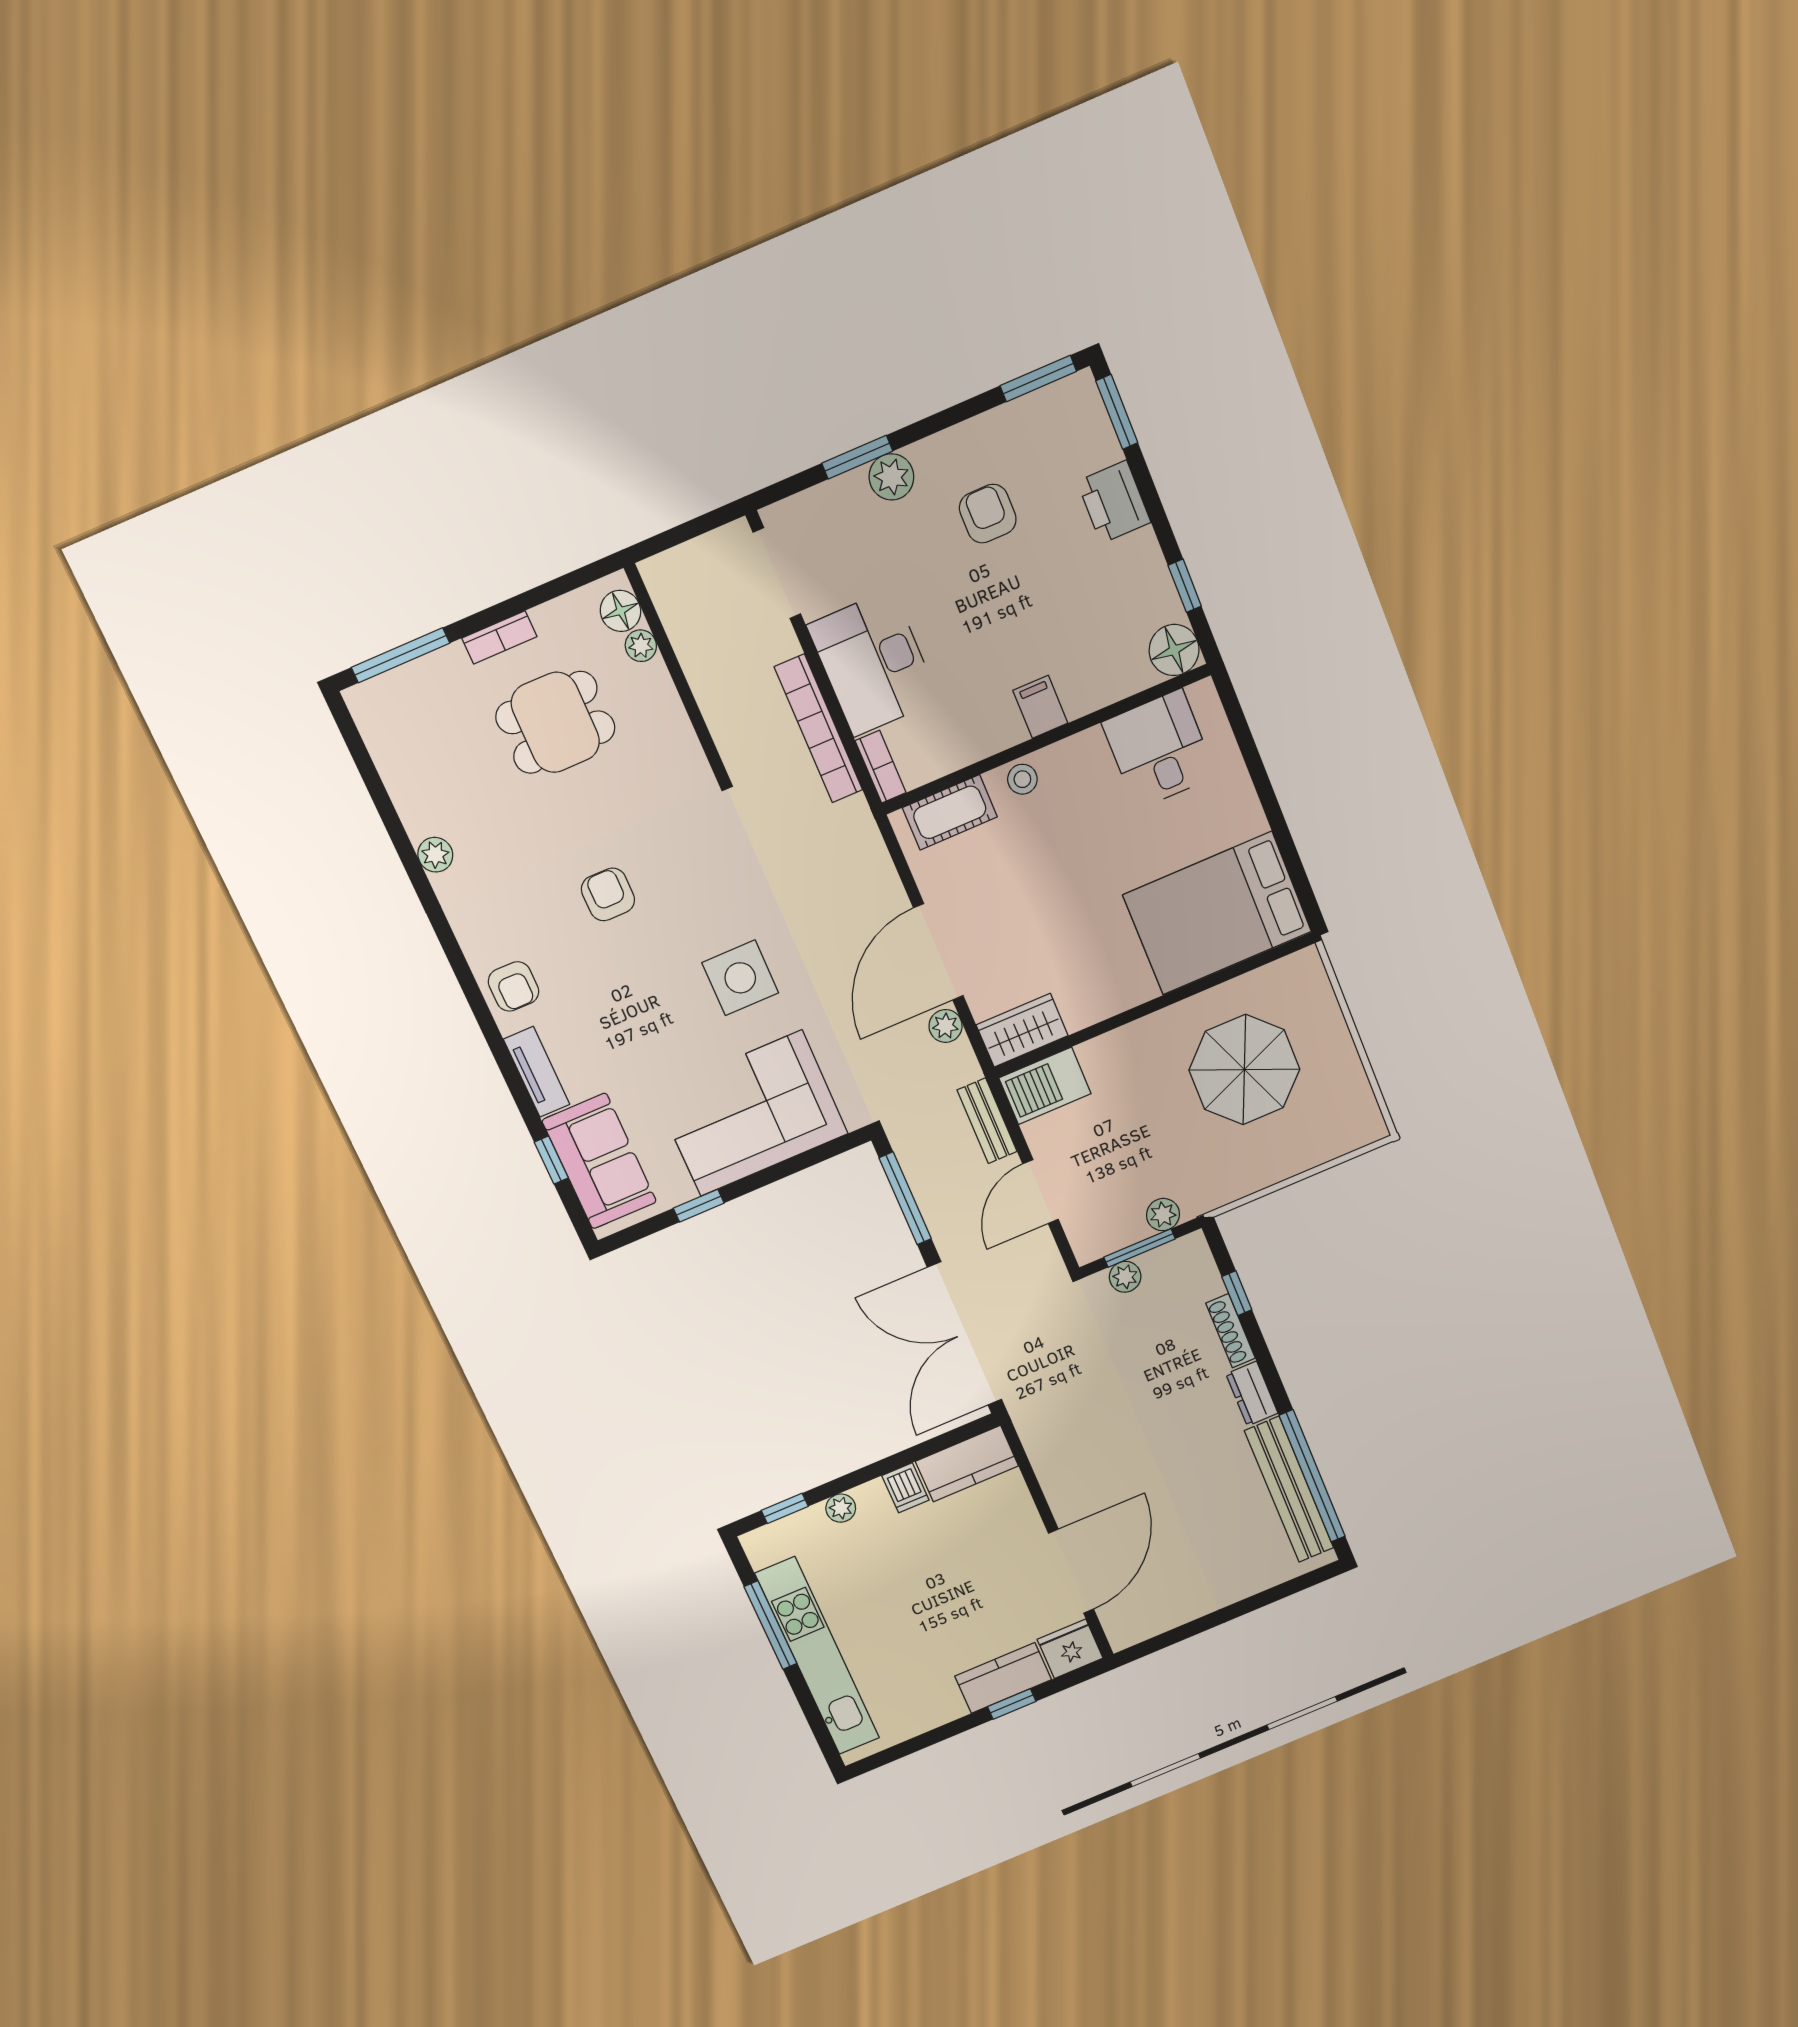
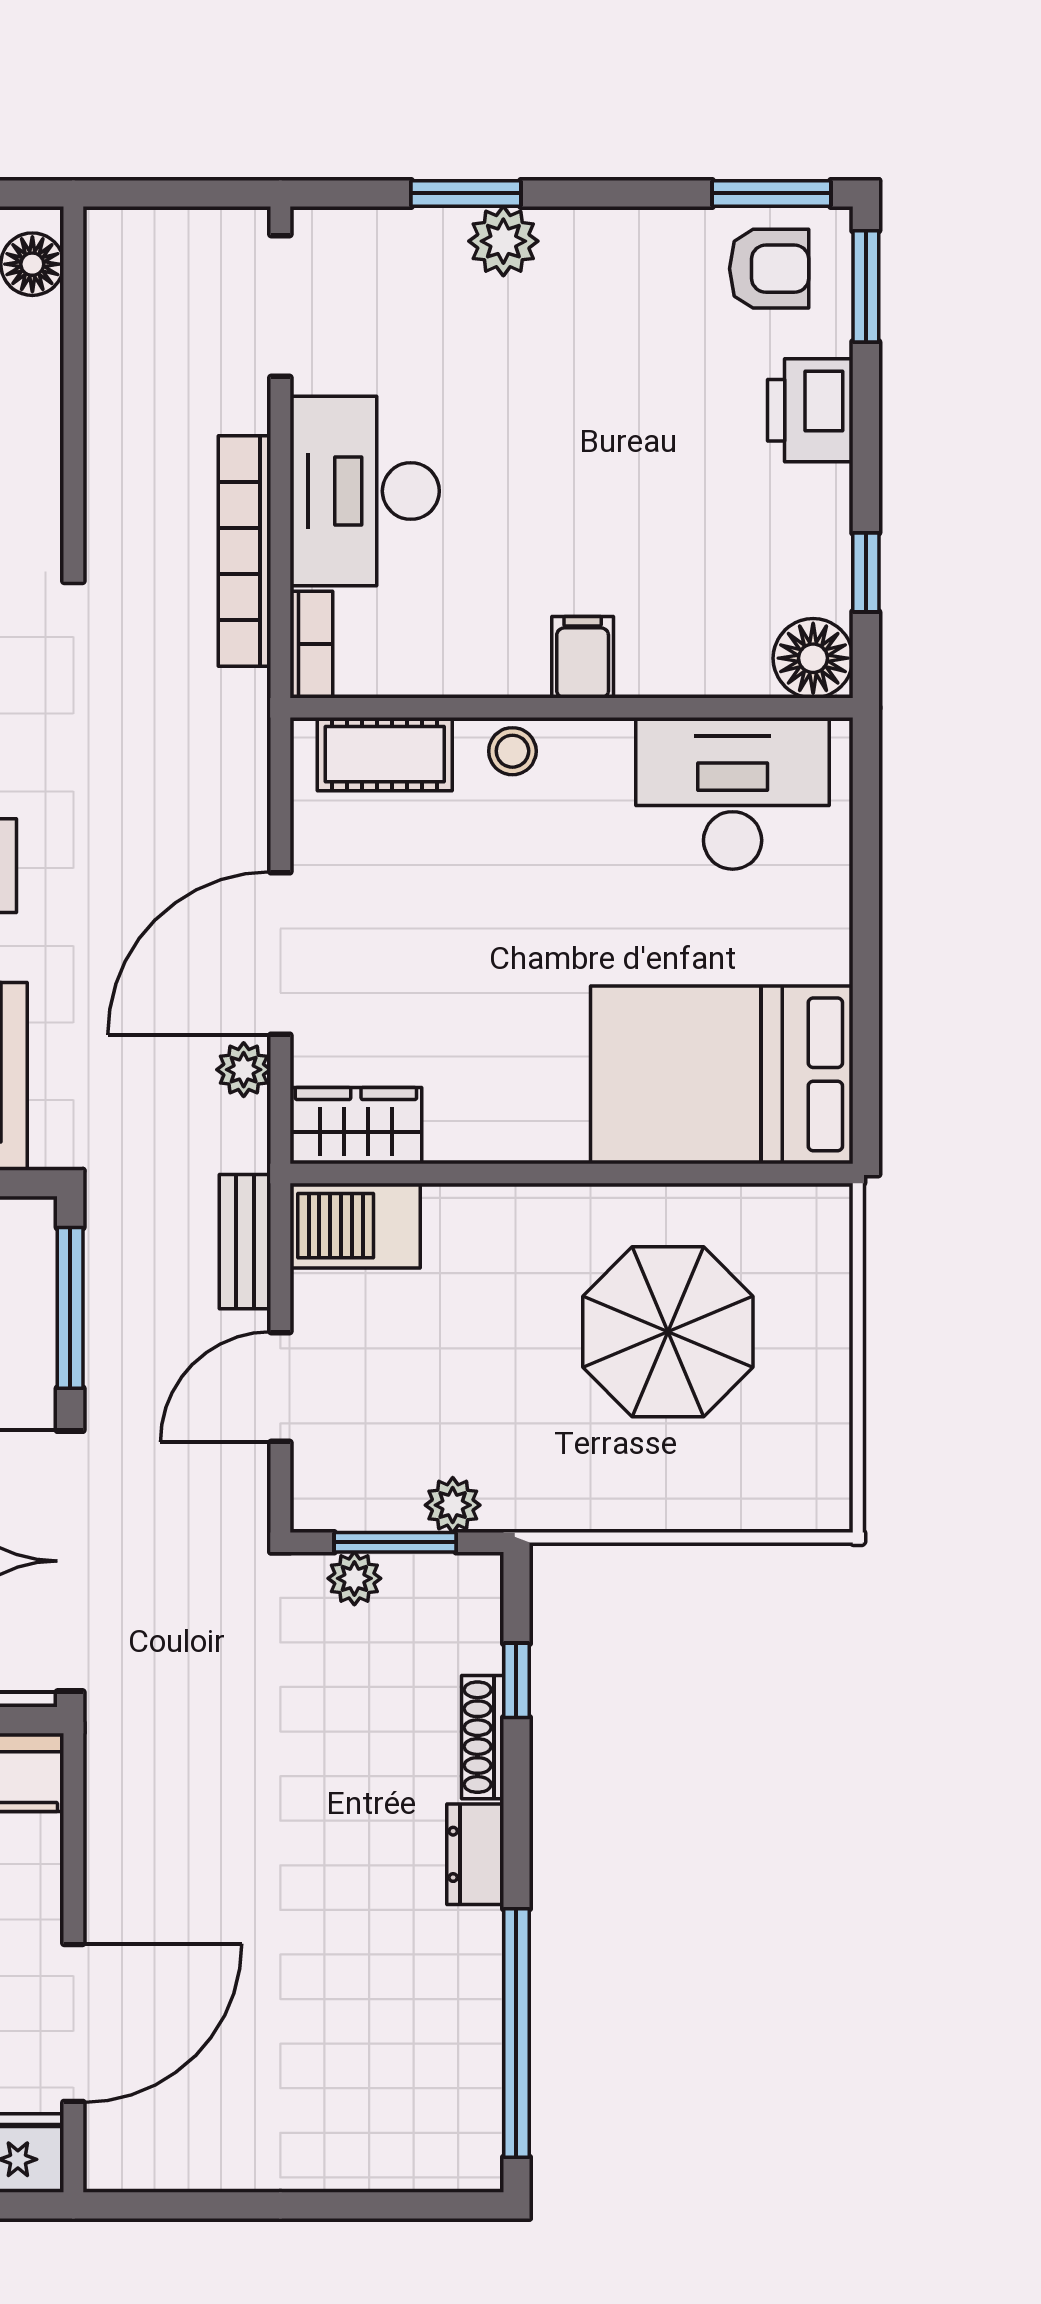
armchair: (988, 514) -> (769, 269), moved, turned 90
plant: (641, 646) -> (39, 325), removed
desk: (1159, 749) -> (733, 793), width x1.37
bench: (1289, 1490) -> (471, 2039), removed

